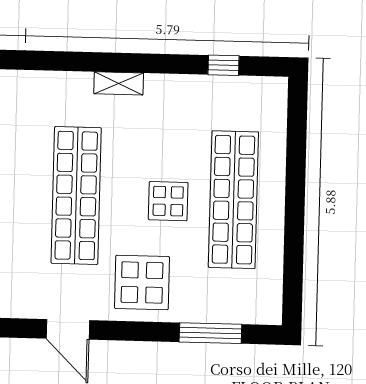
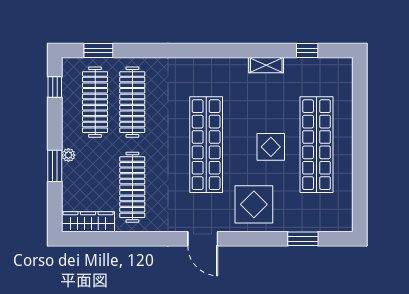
shelving: (119, 83) -> (266, 65), moved
window: (210, 333) -> (303, 239), width x0.69

